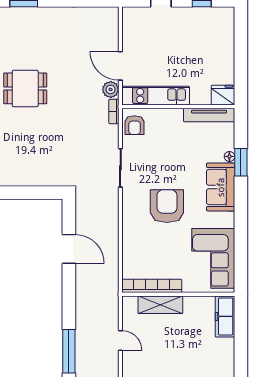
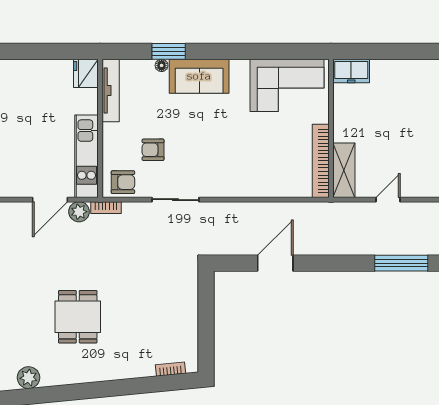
armchair: (167, 206) -> (153, 150), moved, width x0.53, depth x0.53
shelving: (160, 305) -> (344, 170), moved
freezer: (225, 316) -> (351, 71), width x0.71

